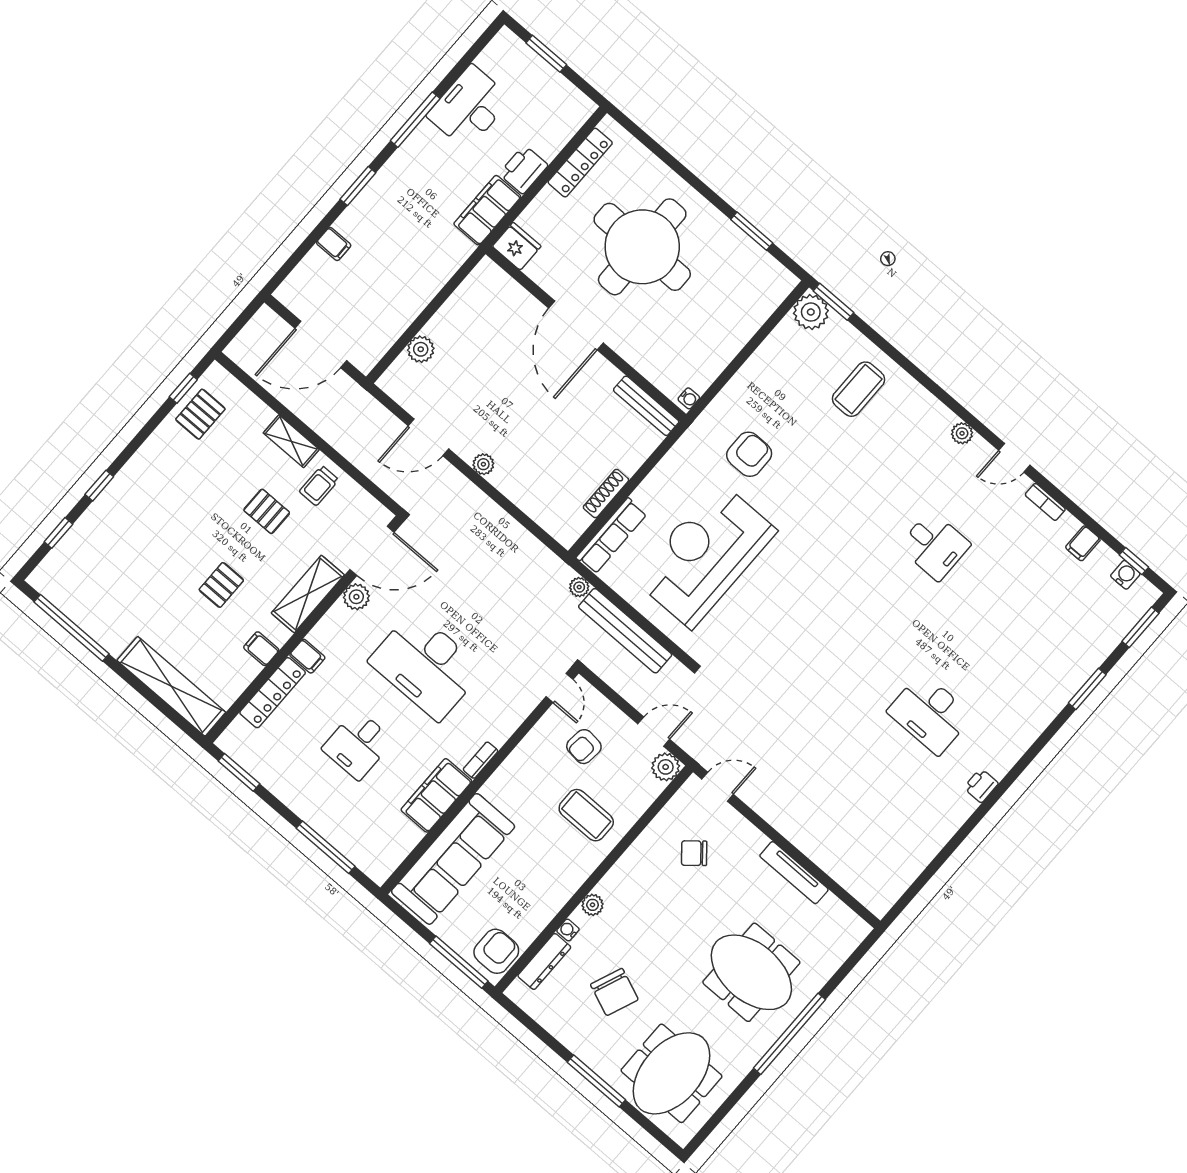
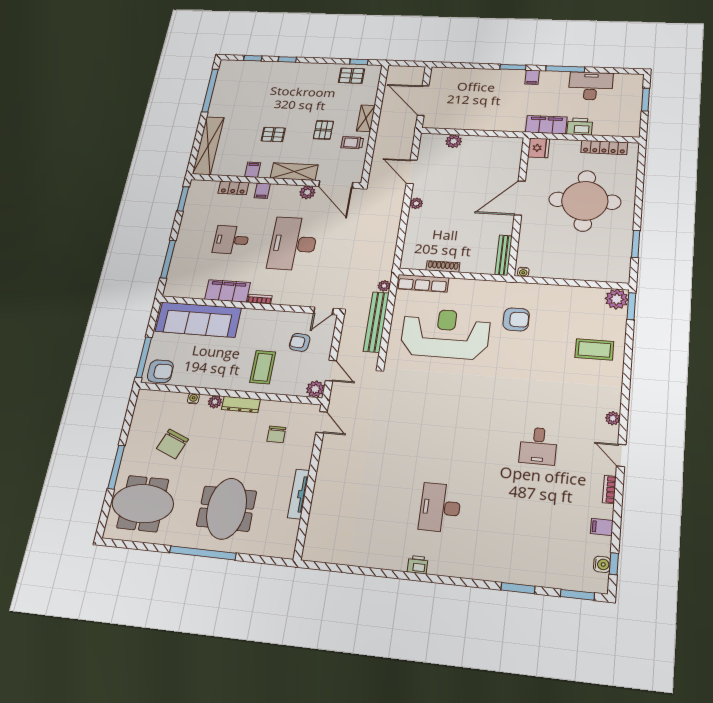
filing cabinet: (334, 244) -> (532, 77), moved
locker: (273, 693) -> (233, 188), width x0.66
chair: (694, 853) -> (276, 434), turned -140
dresser: (544, 961) -> (241, 404), moved

